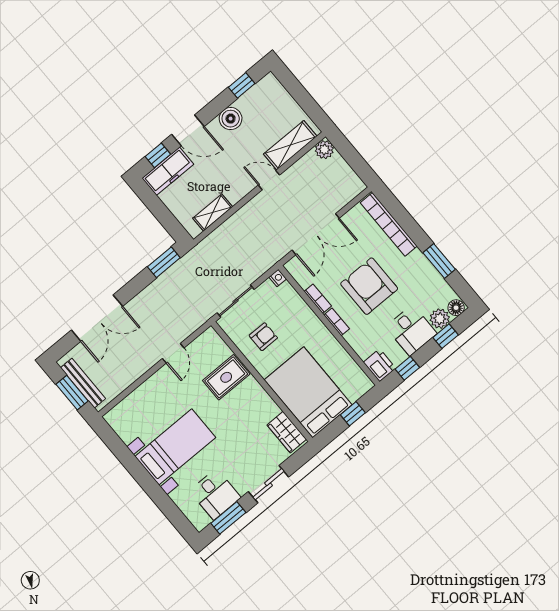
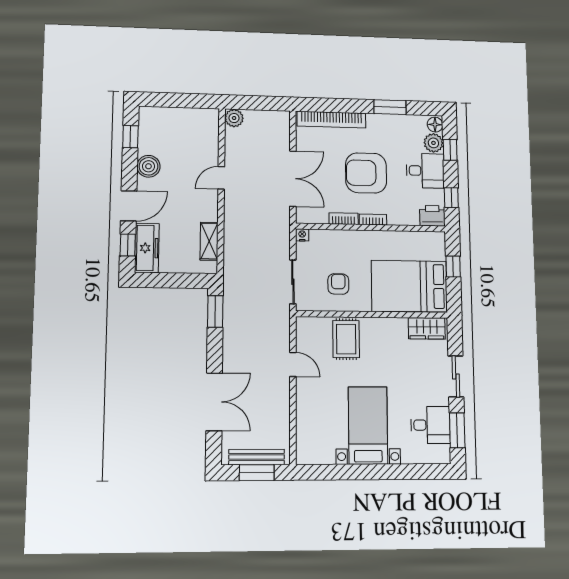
shelving: (290, 145) -> (208, 140), removed

